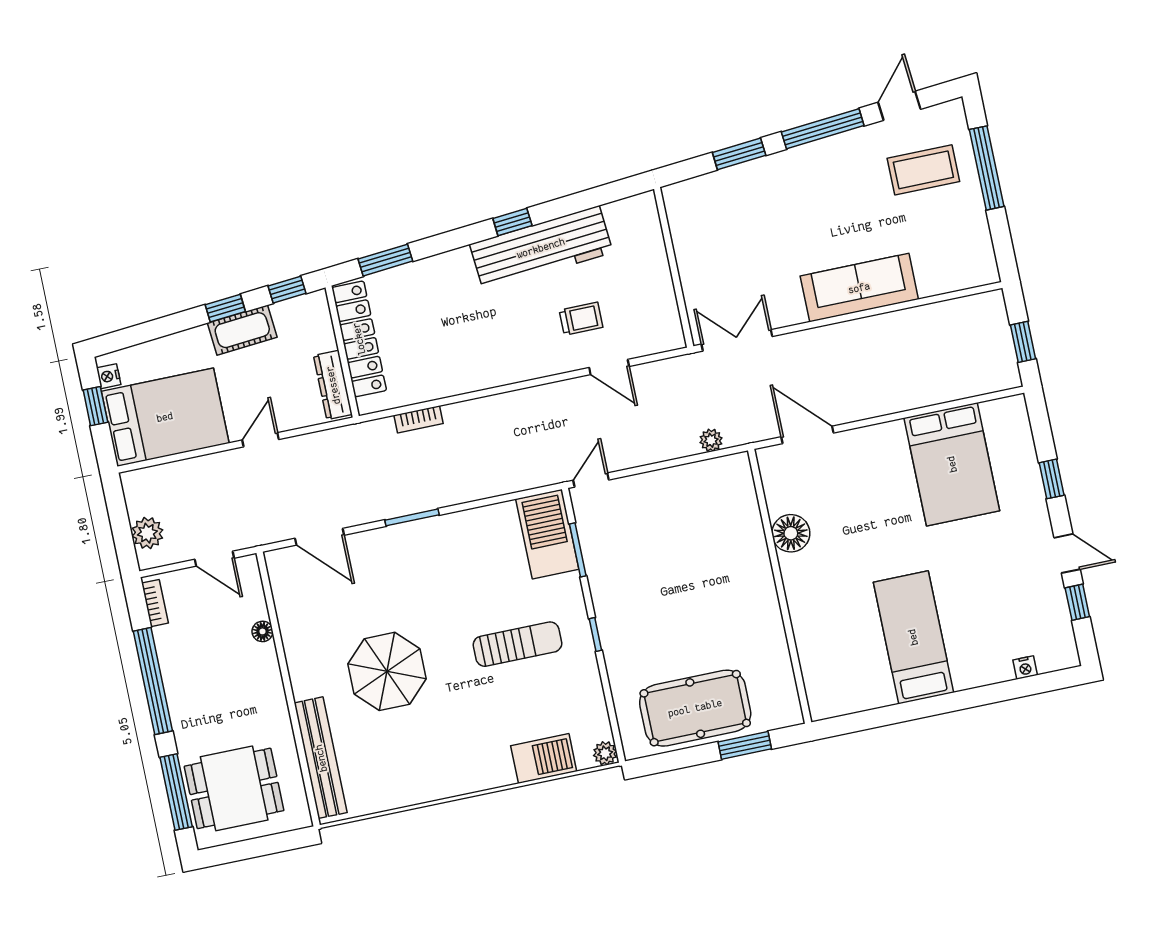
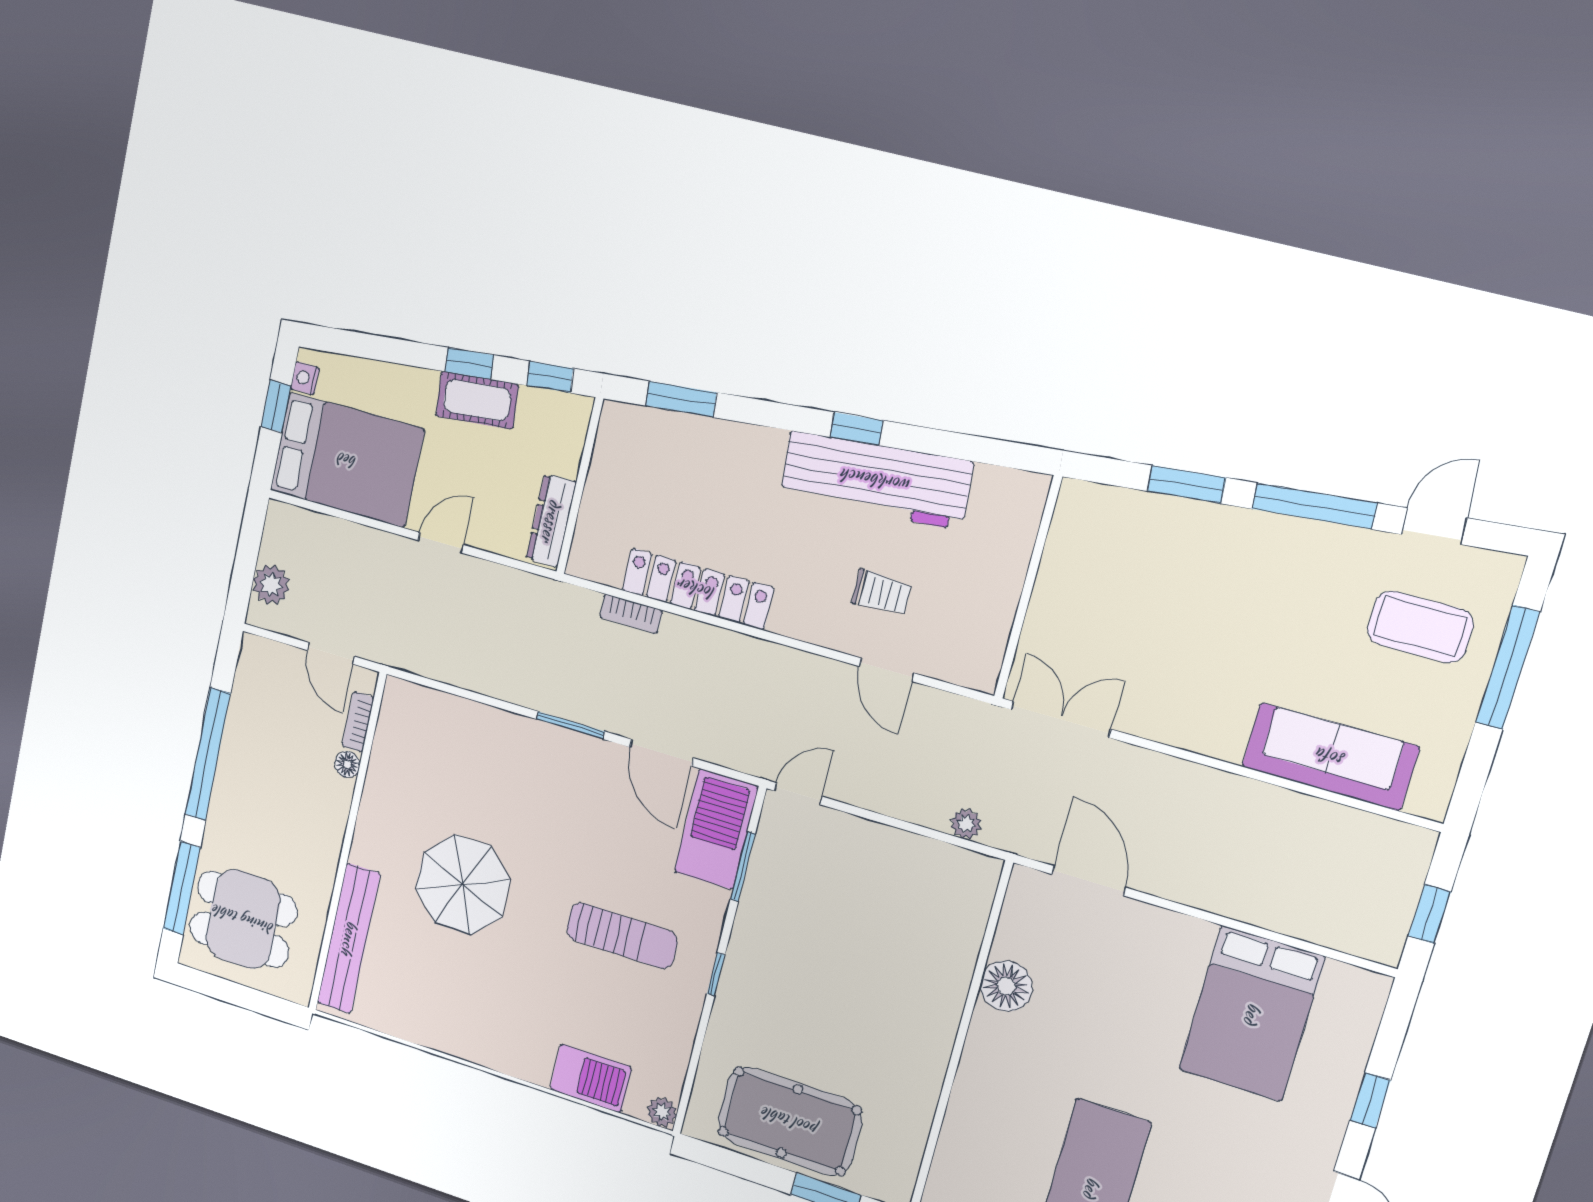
sofa: (859, 288) -> (1330, 757), moved
locker: (359, 339) -> (697, 589), moved, turned -90
door: (319, 537) -> (661, 753), moved
bookcase: (155, 603) -> (358, 722), moved, turned 180

